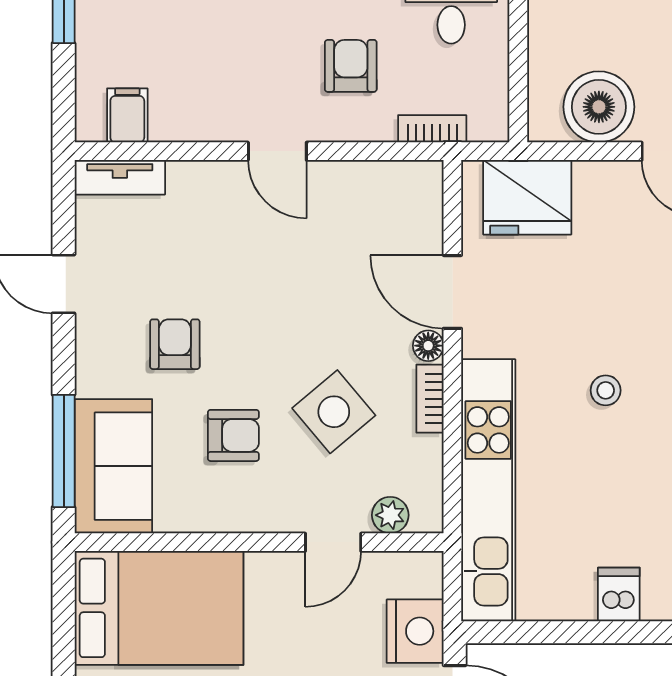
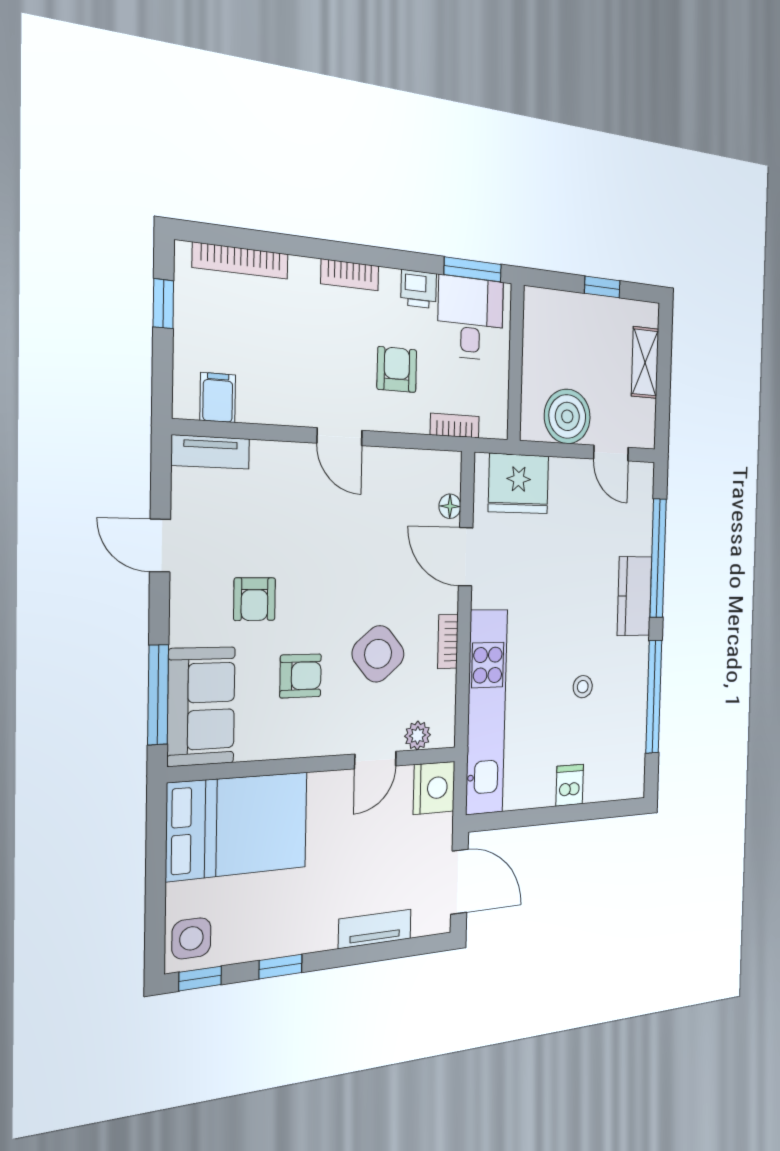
armchair: (175, 344) -> (255, 599), turned 180
floor lamp: (428, 346) -> (450, 506), moved
stool: (606, 390) -> (583, 687), moved
nightstand: (415, 631) -> (434, 788), moved

